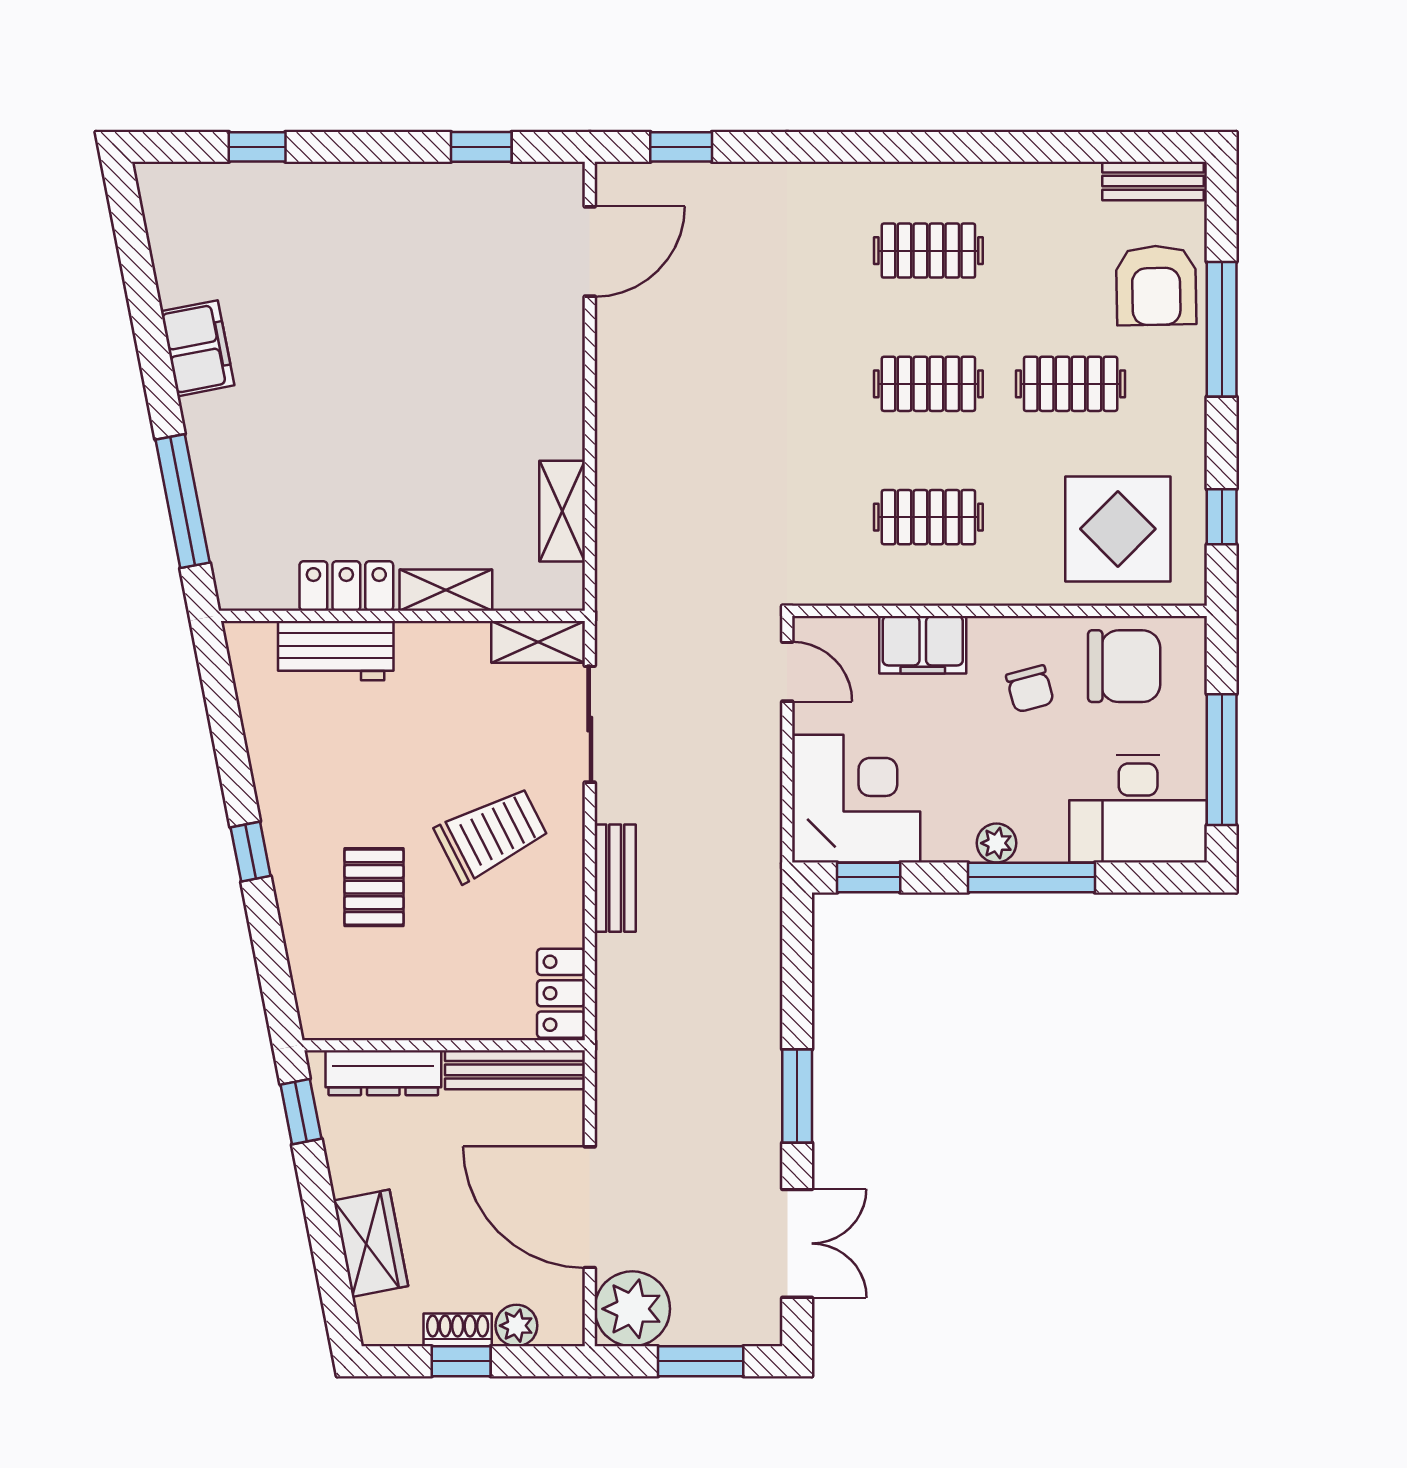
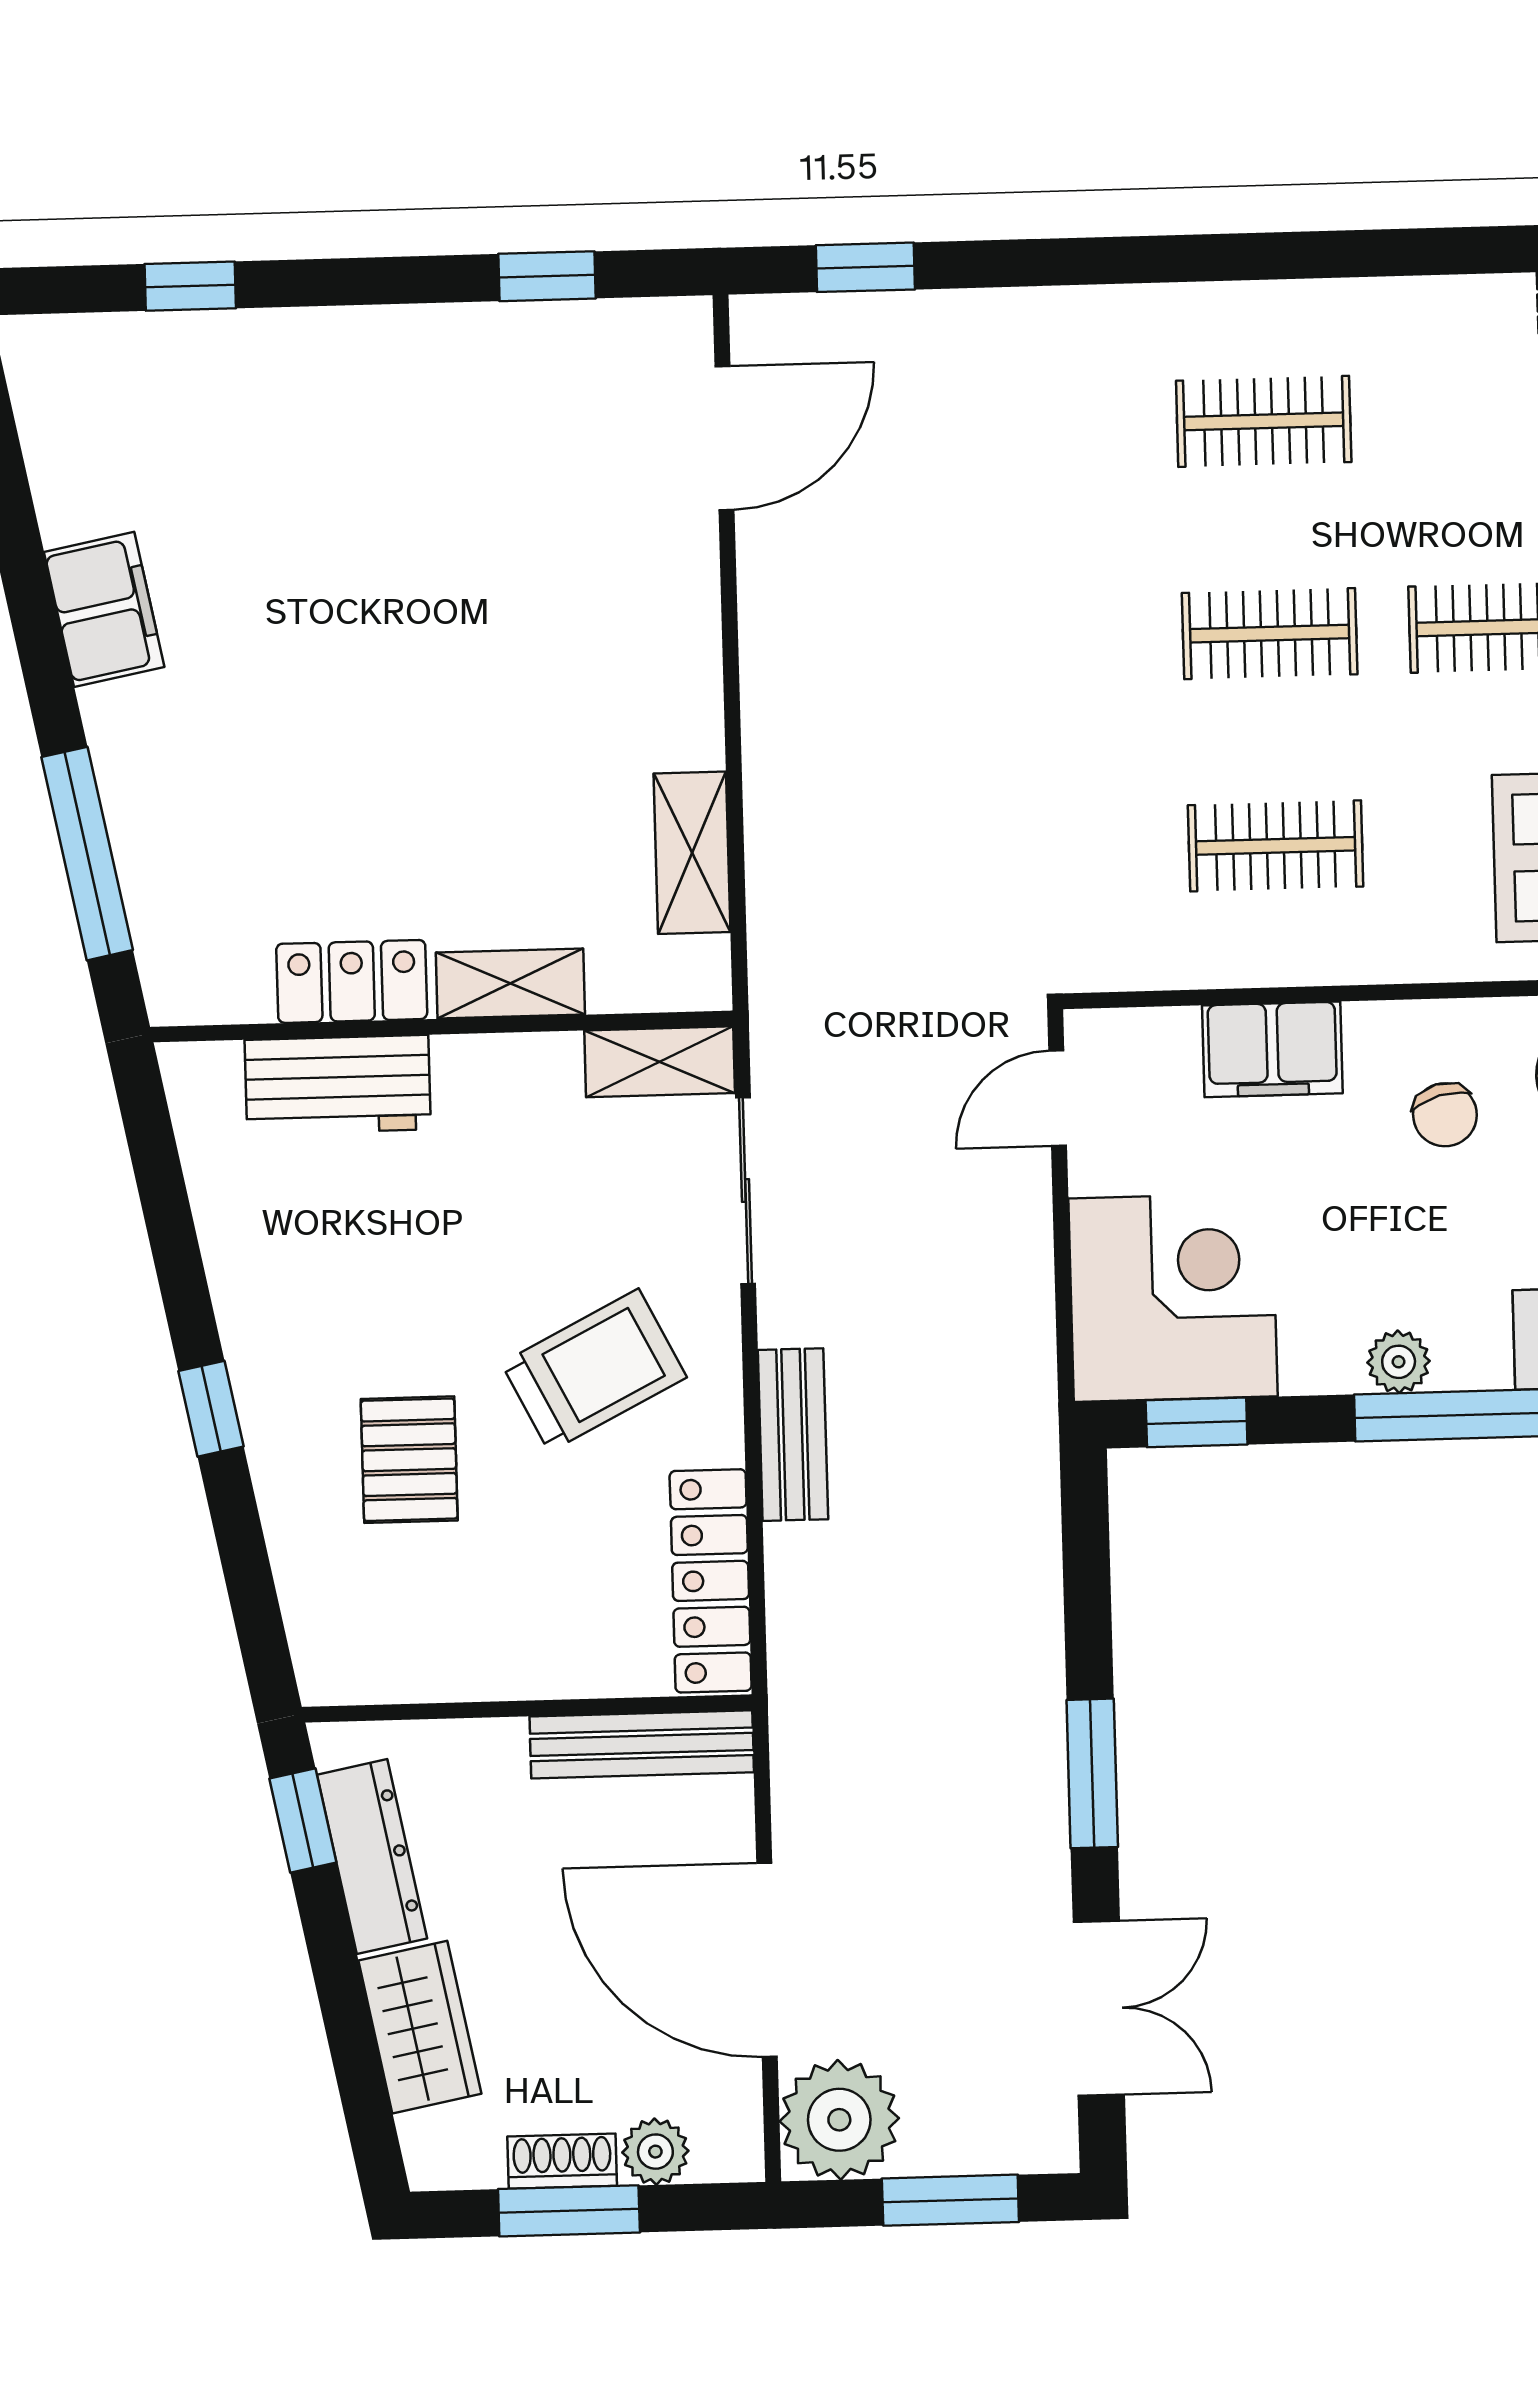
door: (787, 672) -> (1058, 1098), swing flipped
locker: (561, 993) -> (711, 1581), width x1.53
dresser: (383, 1073) -> (372, 1857), moved, turned -101
window: (461, 1361) -> (569, 2211), width x1.50

